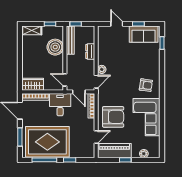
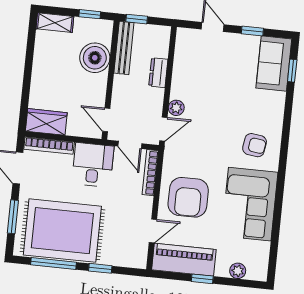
sofa: (144, 34) -> (274, 63), moved, turned 90
armchair: (113, 117) -> (188, 197), turned 90

